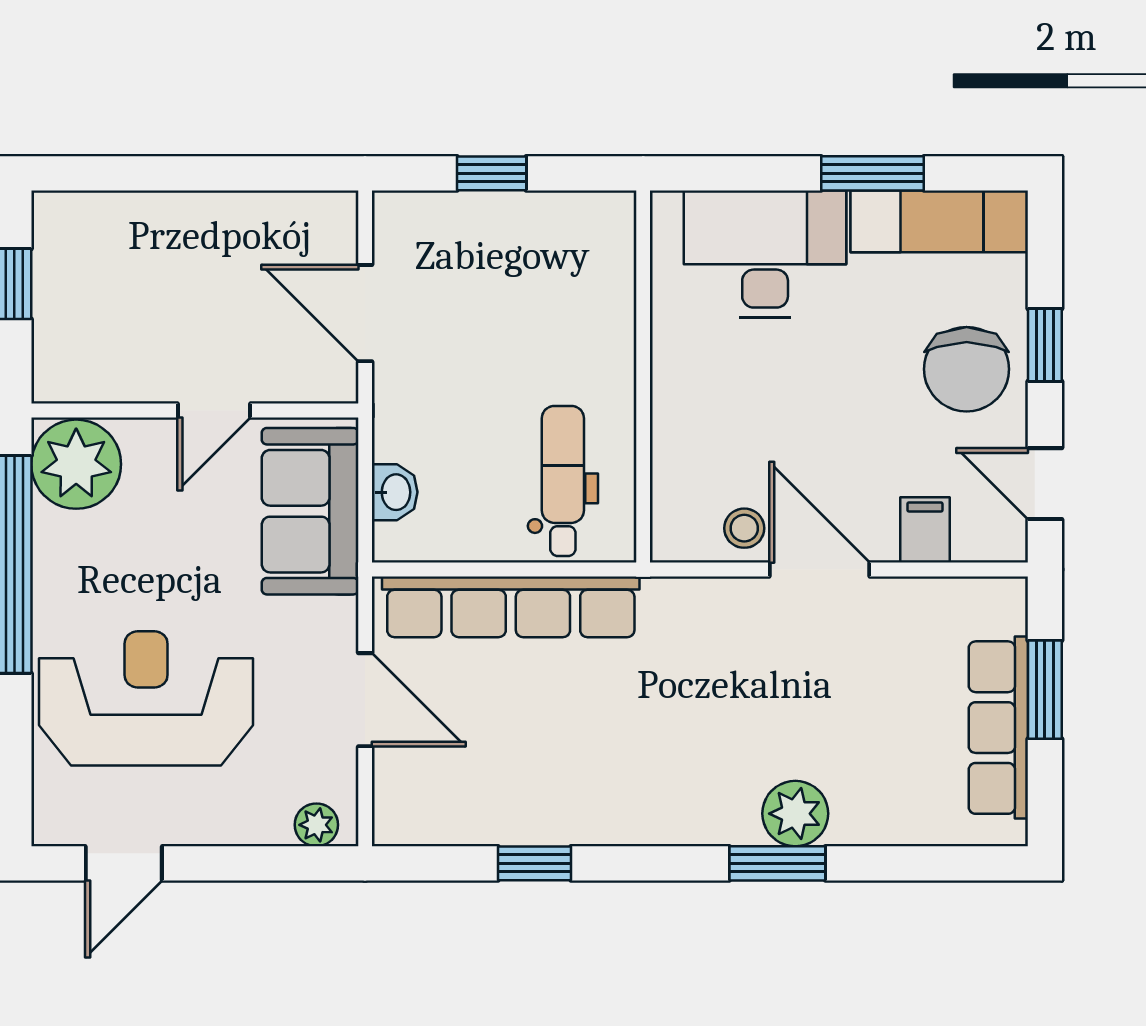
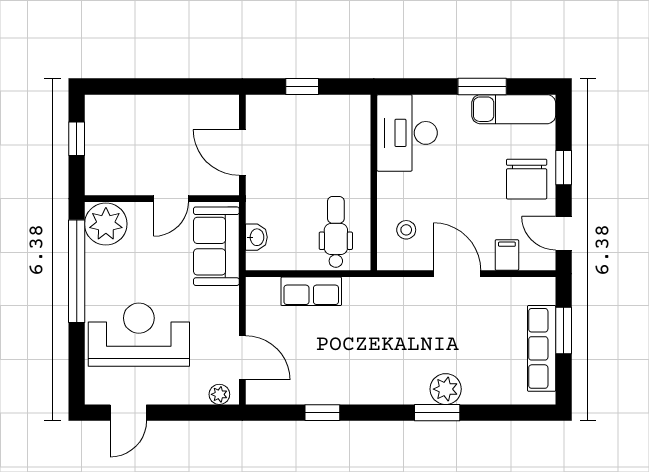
desk: (765, 254) -> (407, 133), moved, turned -90
stool: (744, 528) -> (406, 230), moved
row of seats: (511, 607) -> (311, 291), width x0.50
door: (365, 700) -> (242, 358), moved

